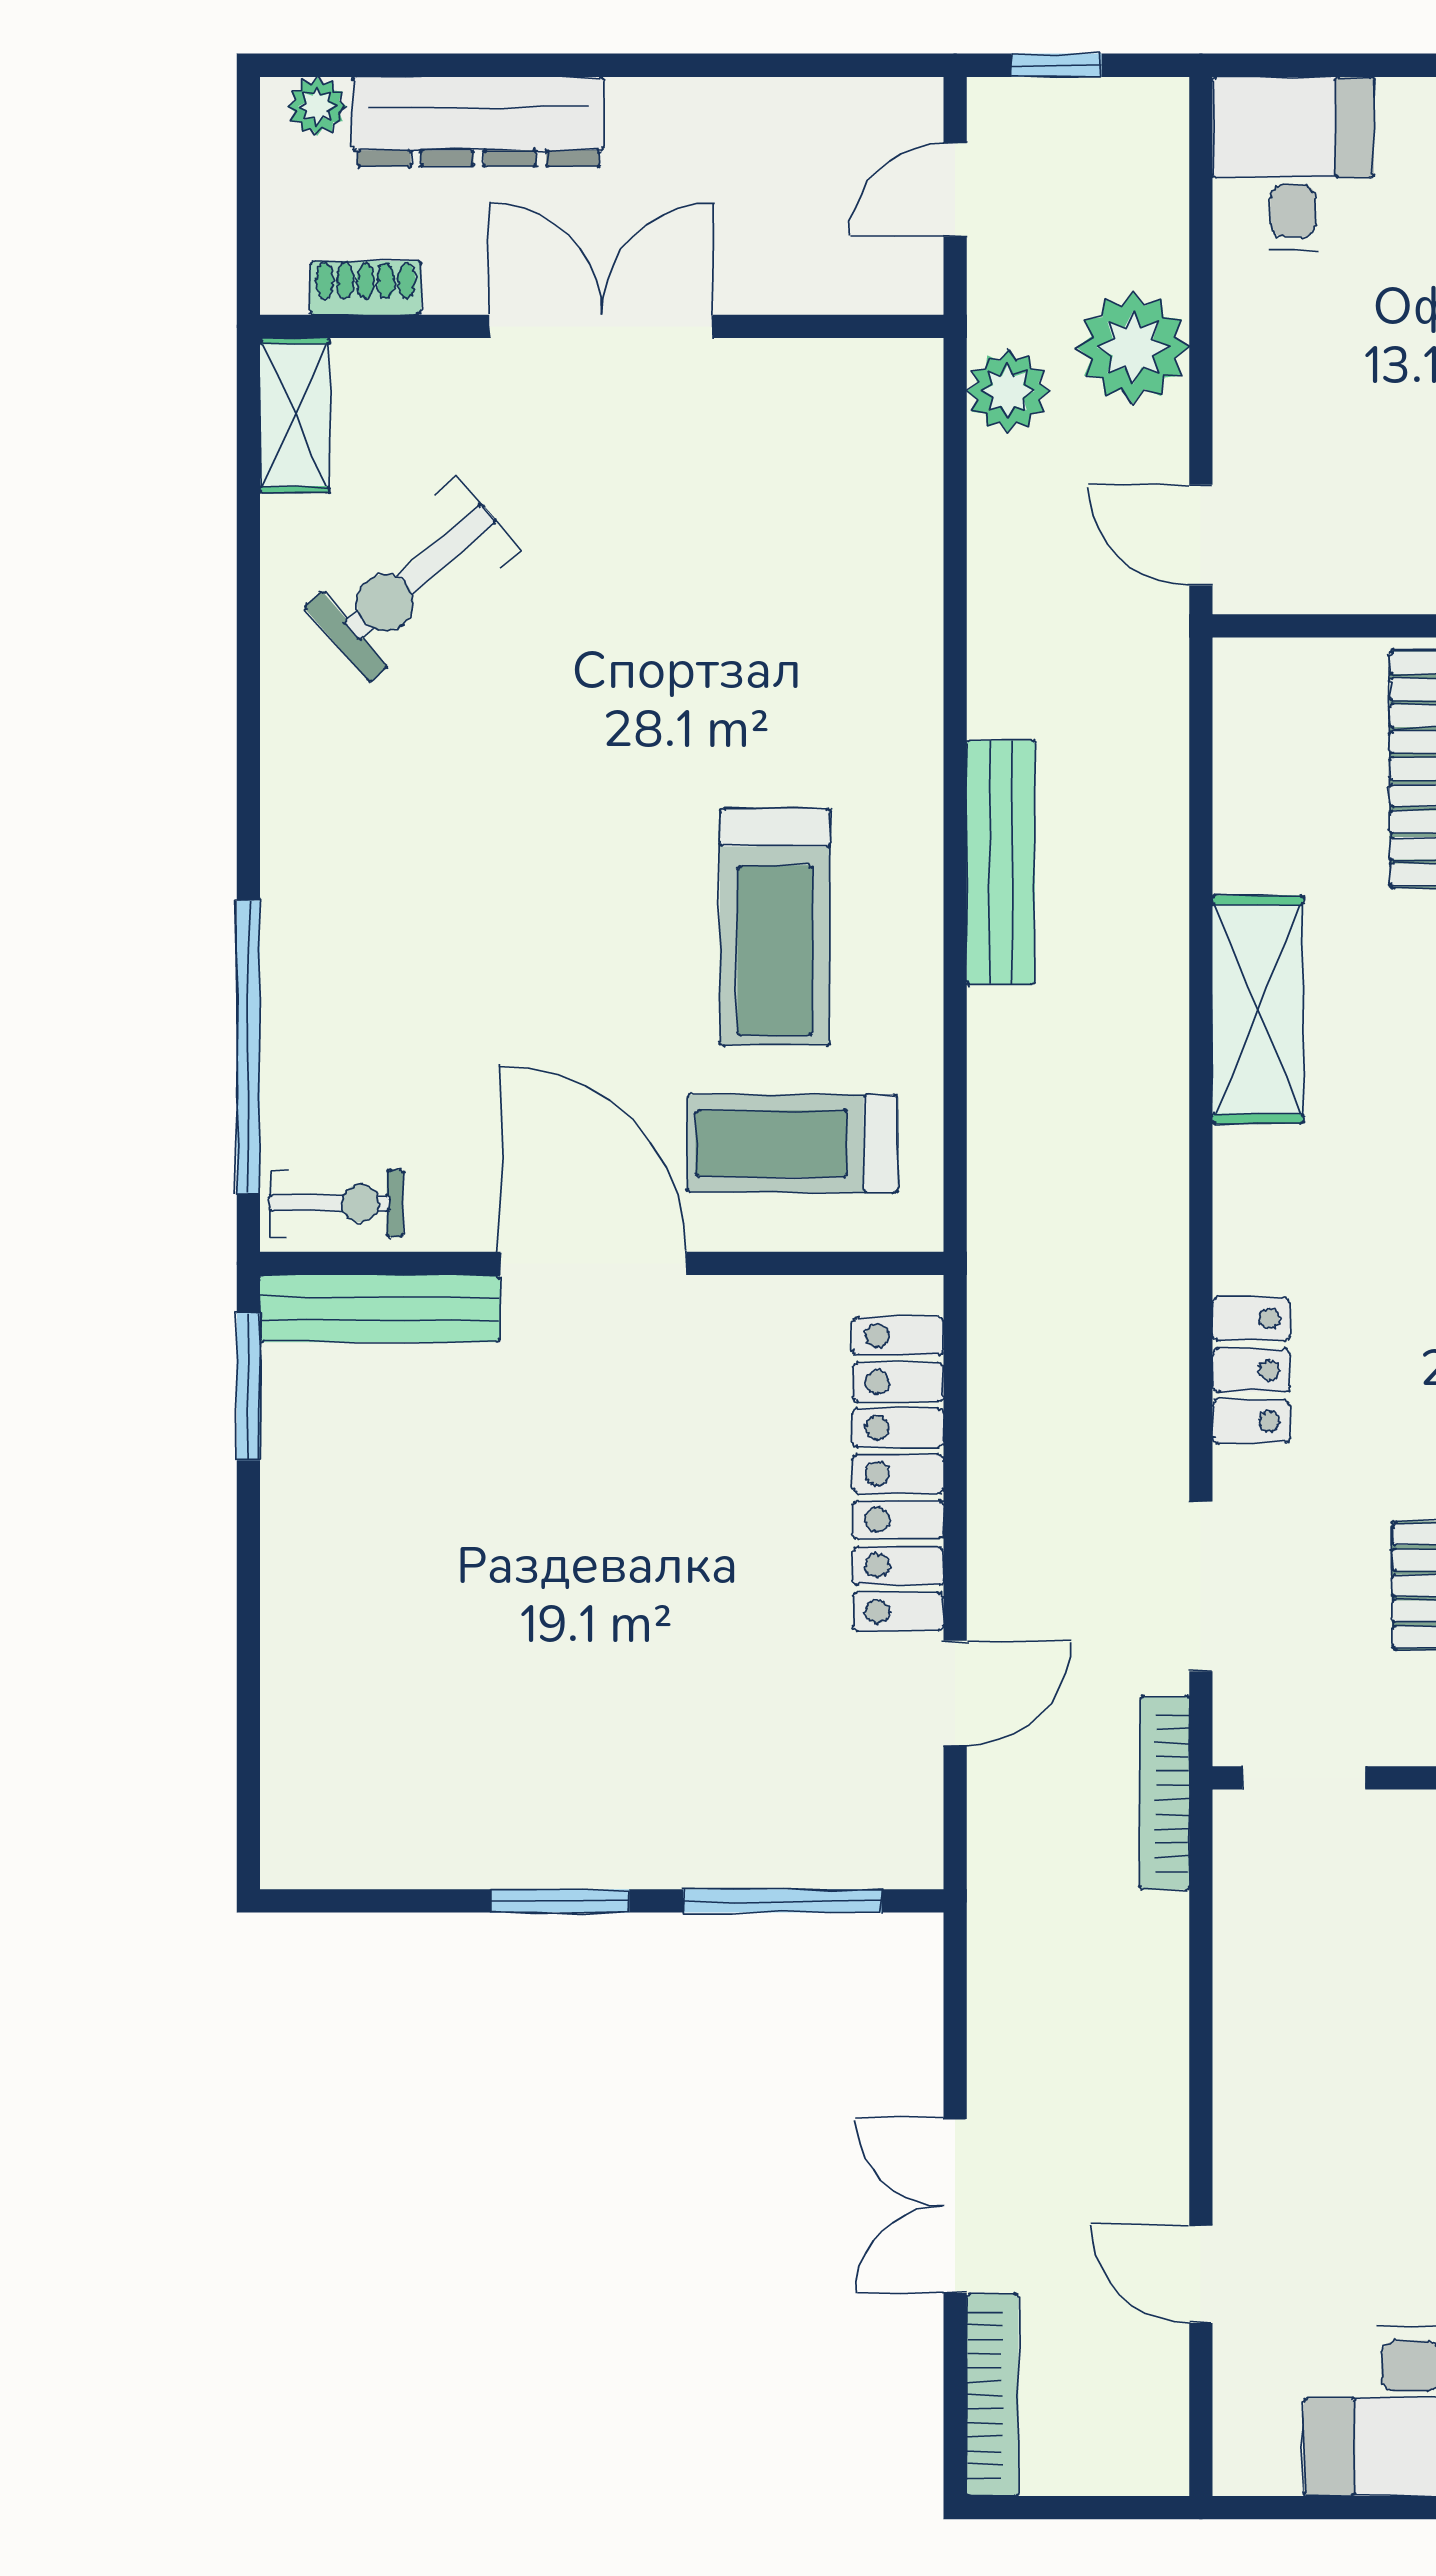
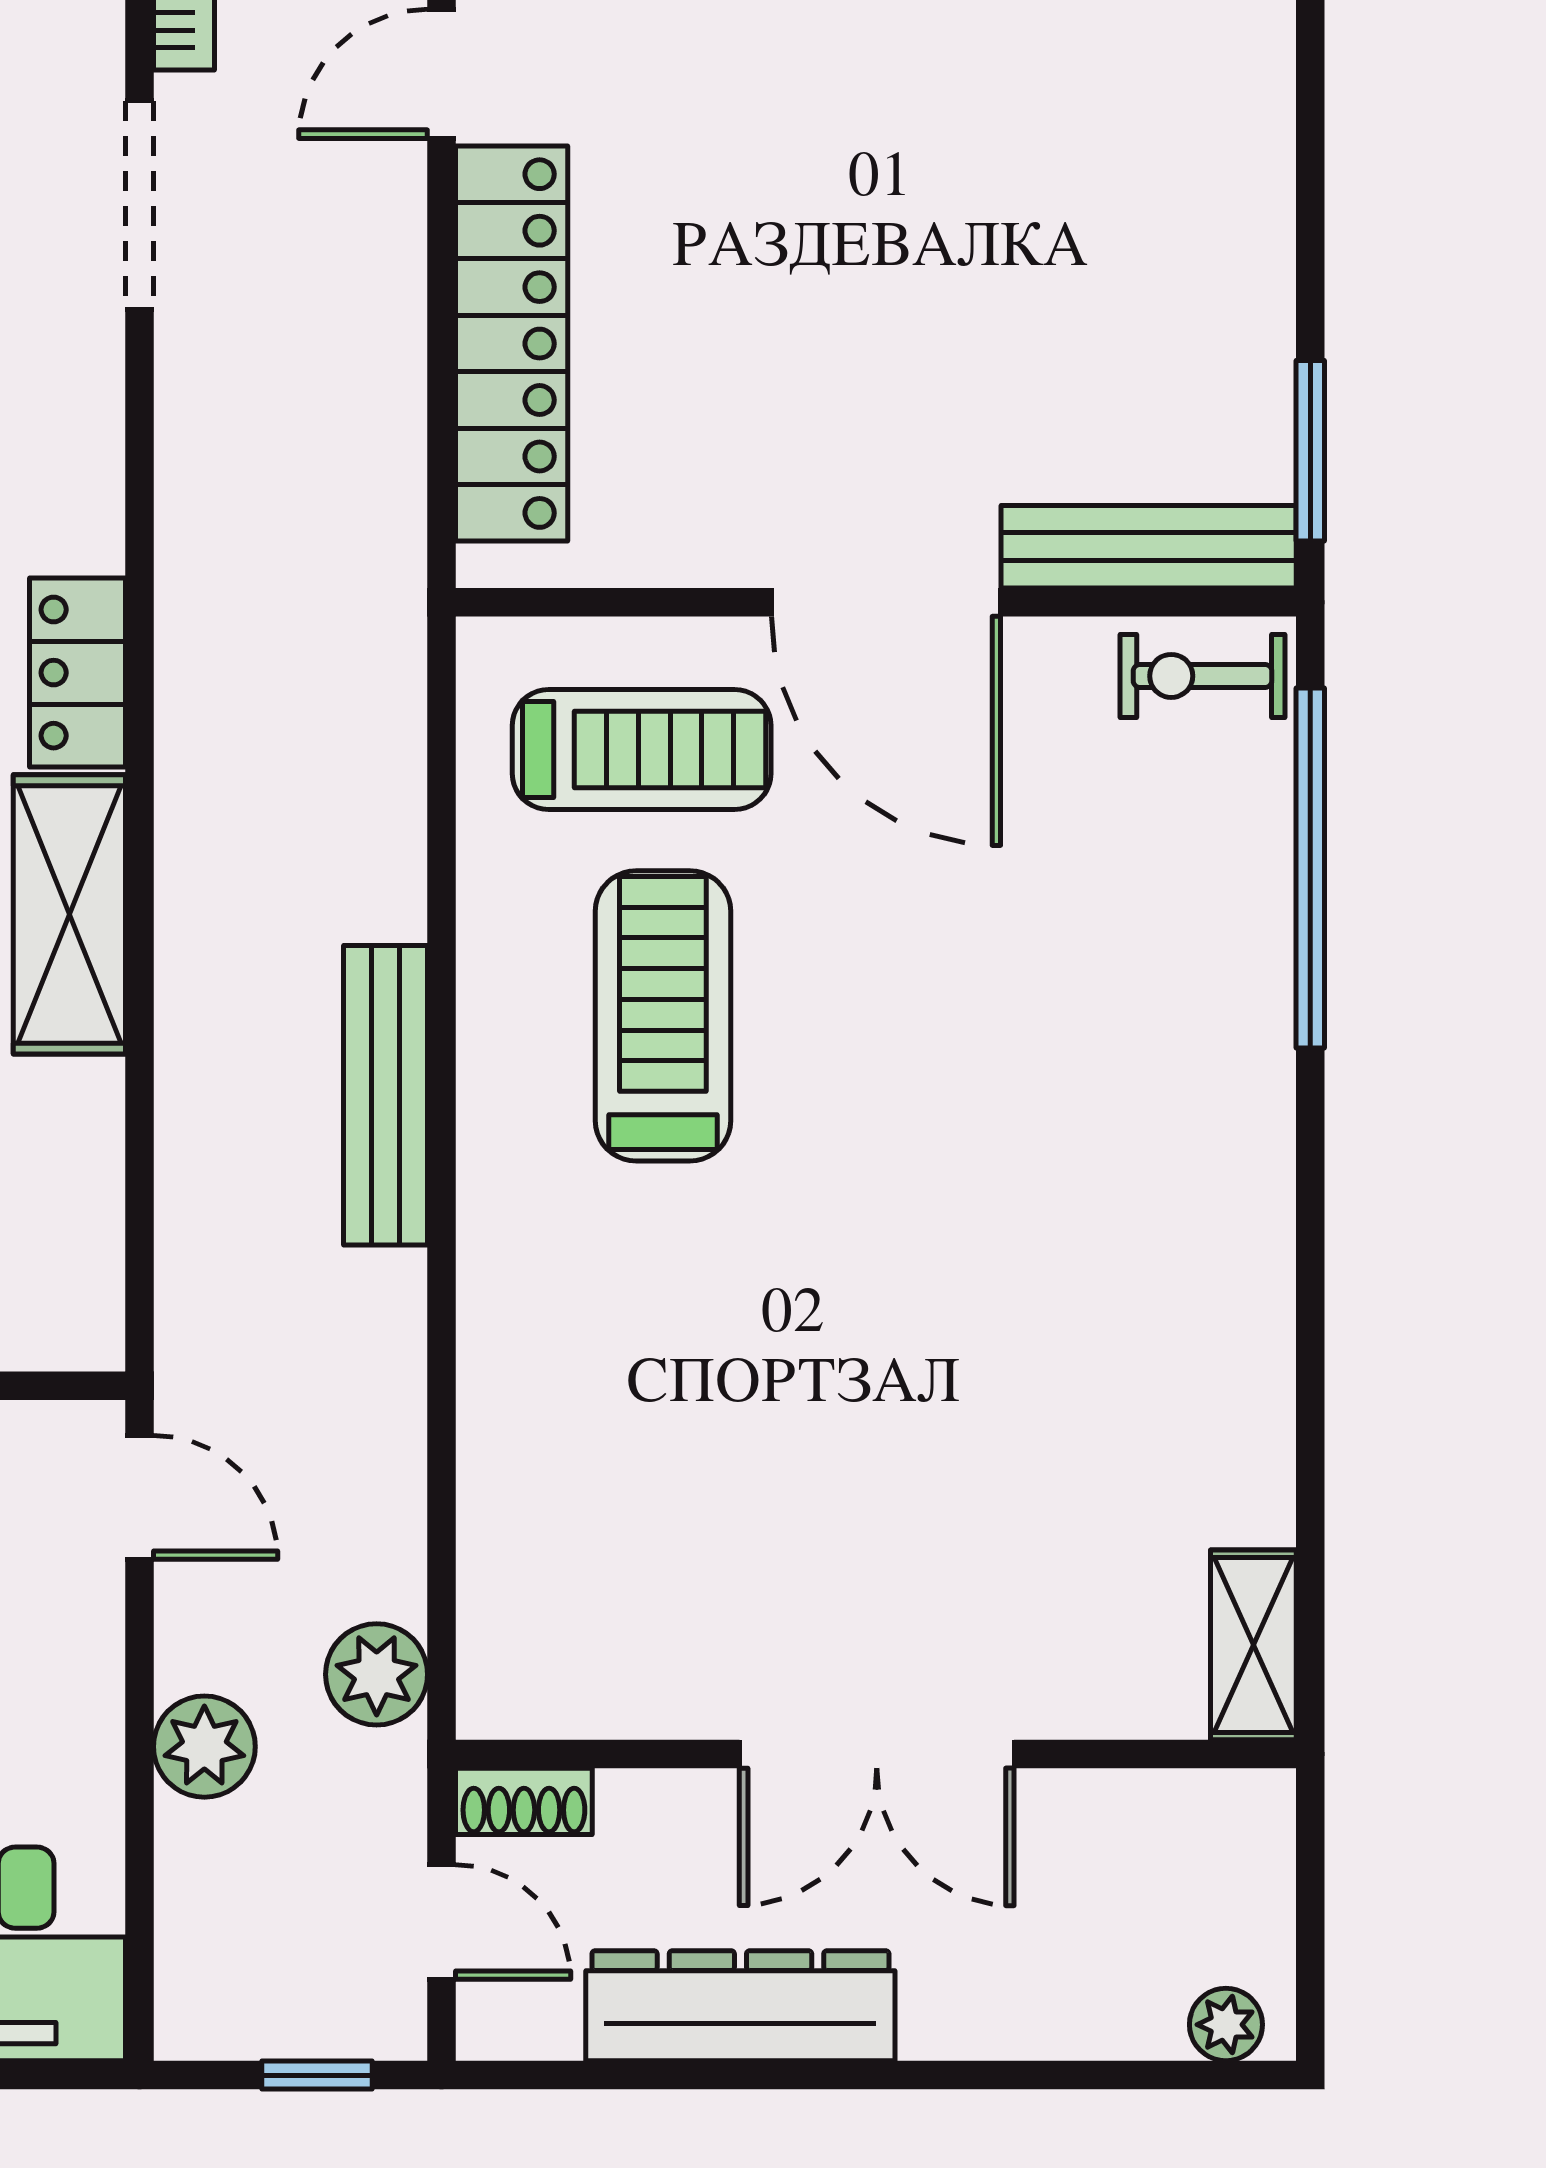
dresser: (478, 122) -> (740, 2006), moved
door: (955, 190) -> (442, 1922), hinge flipped
shoe rack: (366, 288) -> (524, 1801), moved
plant: (1133, 347) -> (204, 1747), width x0.73, depth x0.73
exercise bike: (413, 579) -> (1108, 1444), removed
locker: (1251, 1370) -> (77, 673), moved

